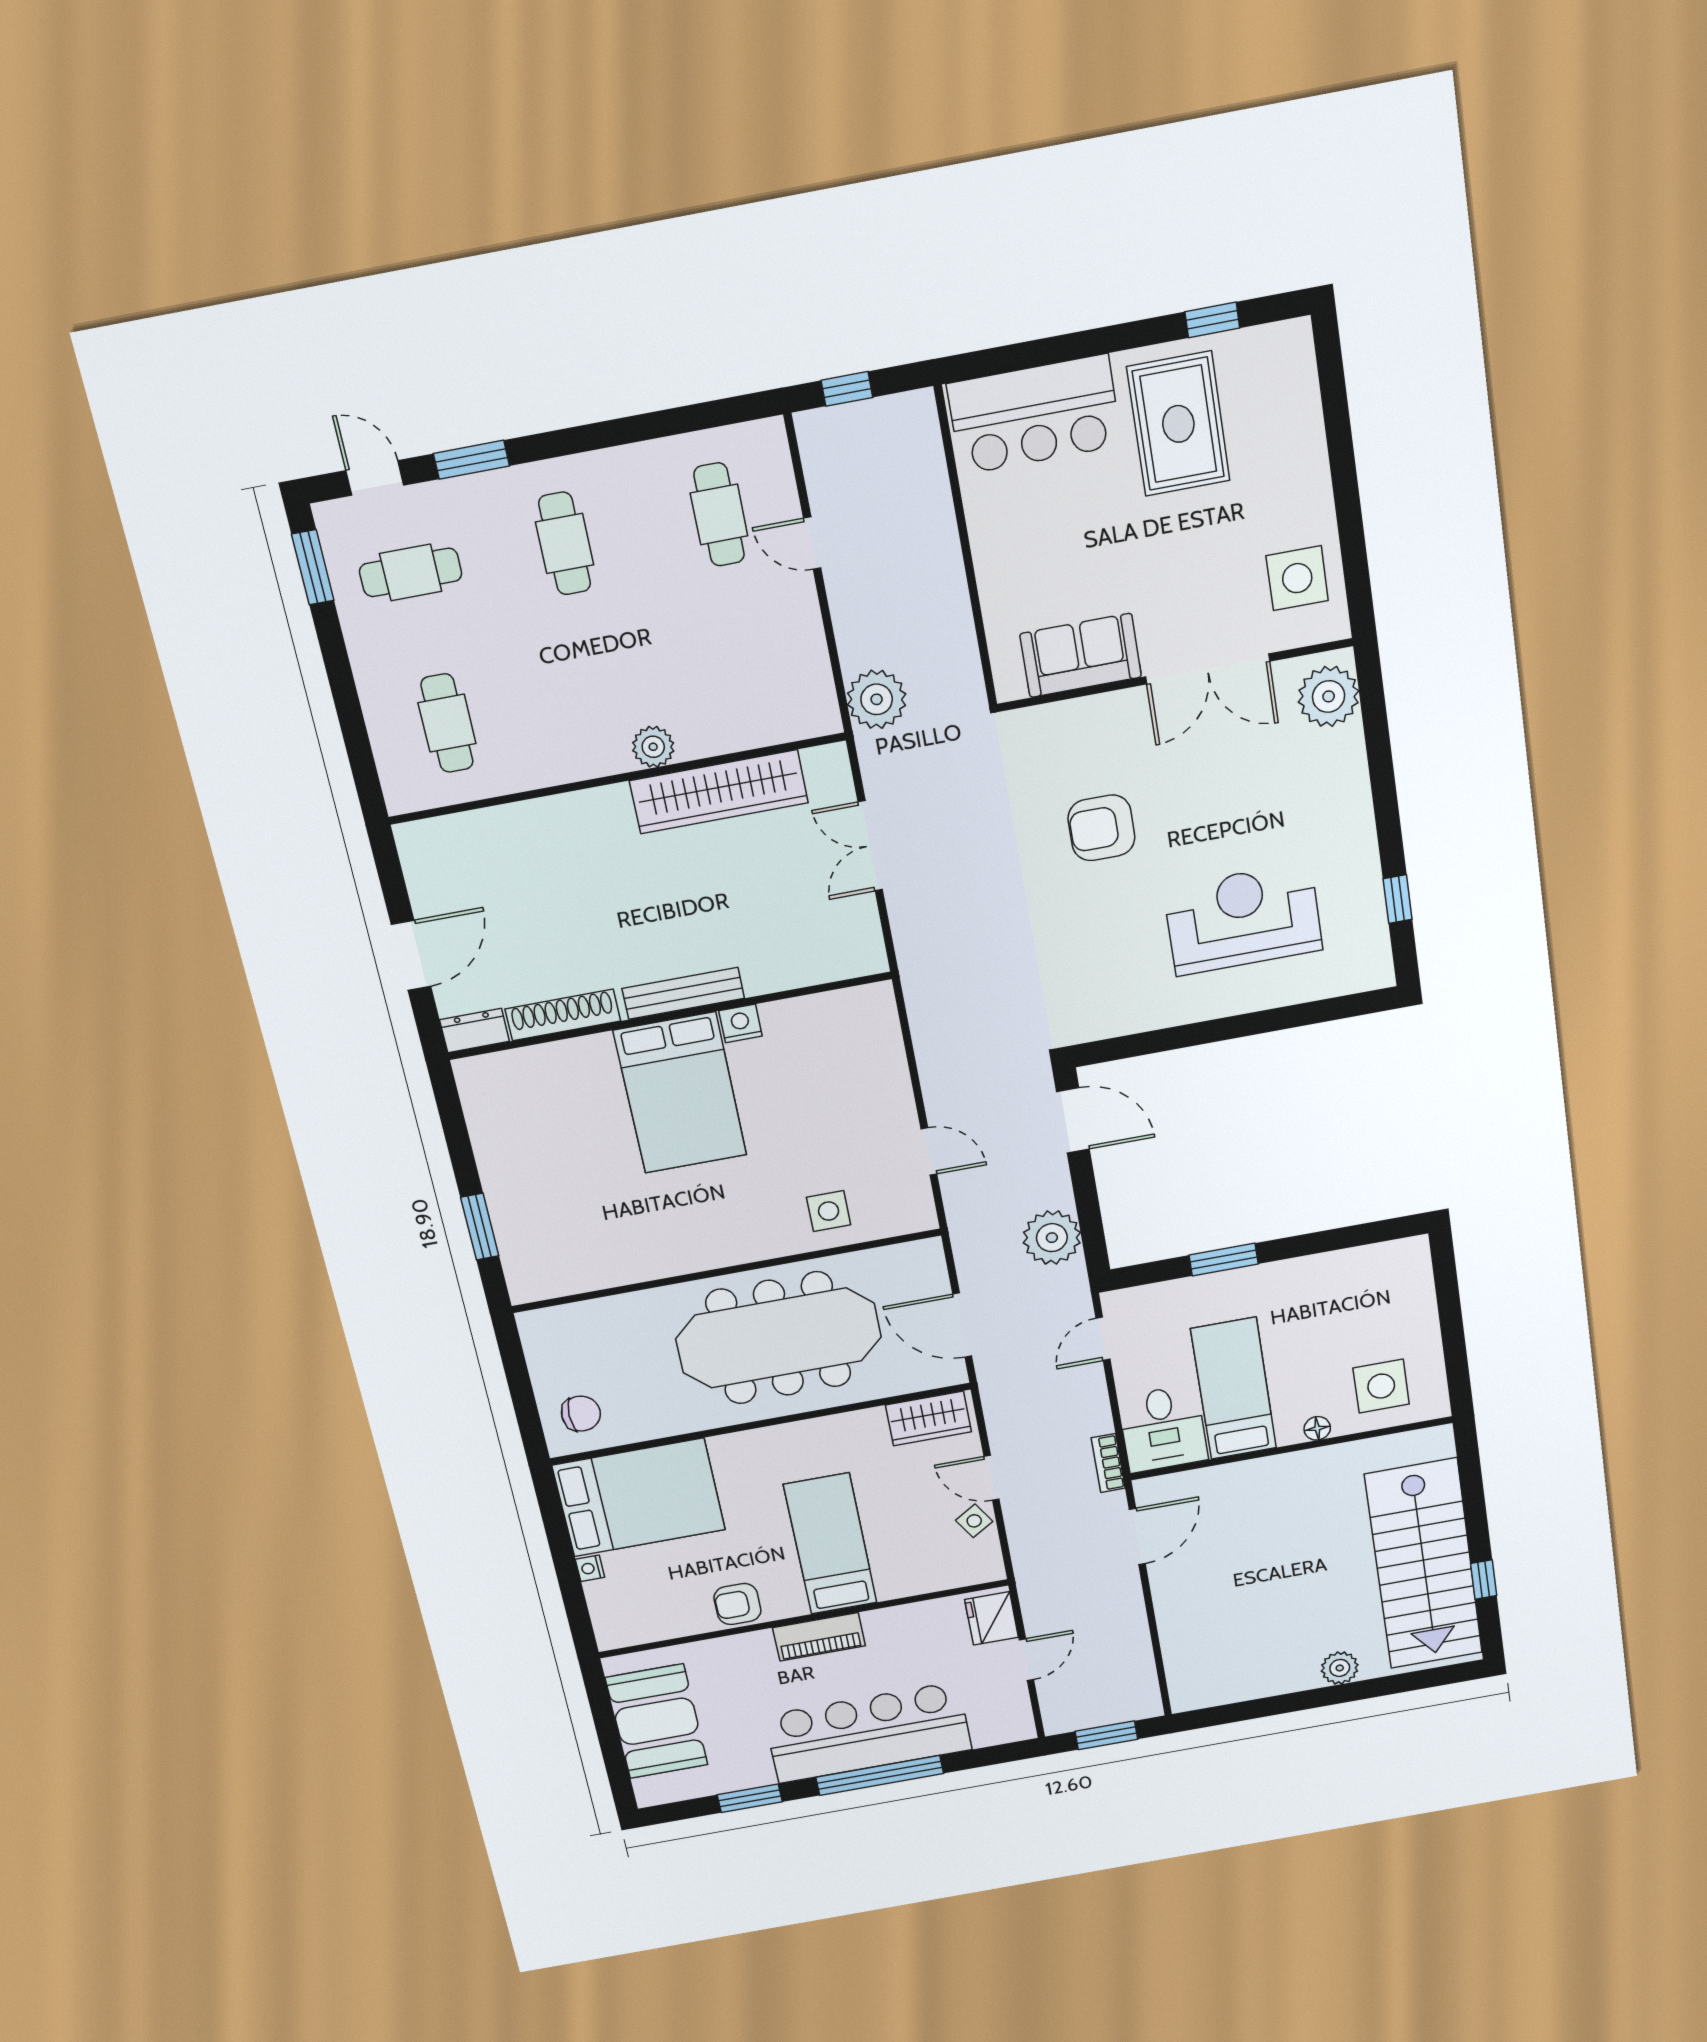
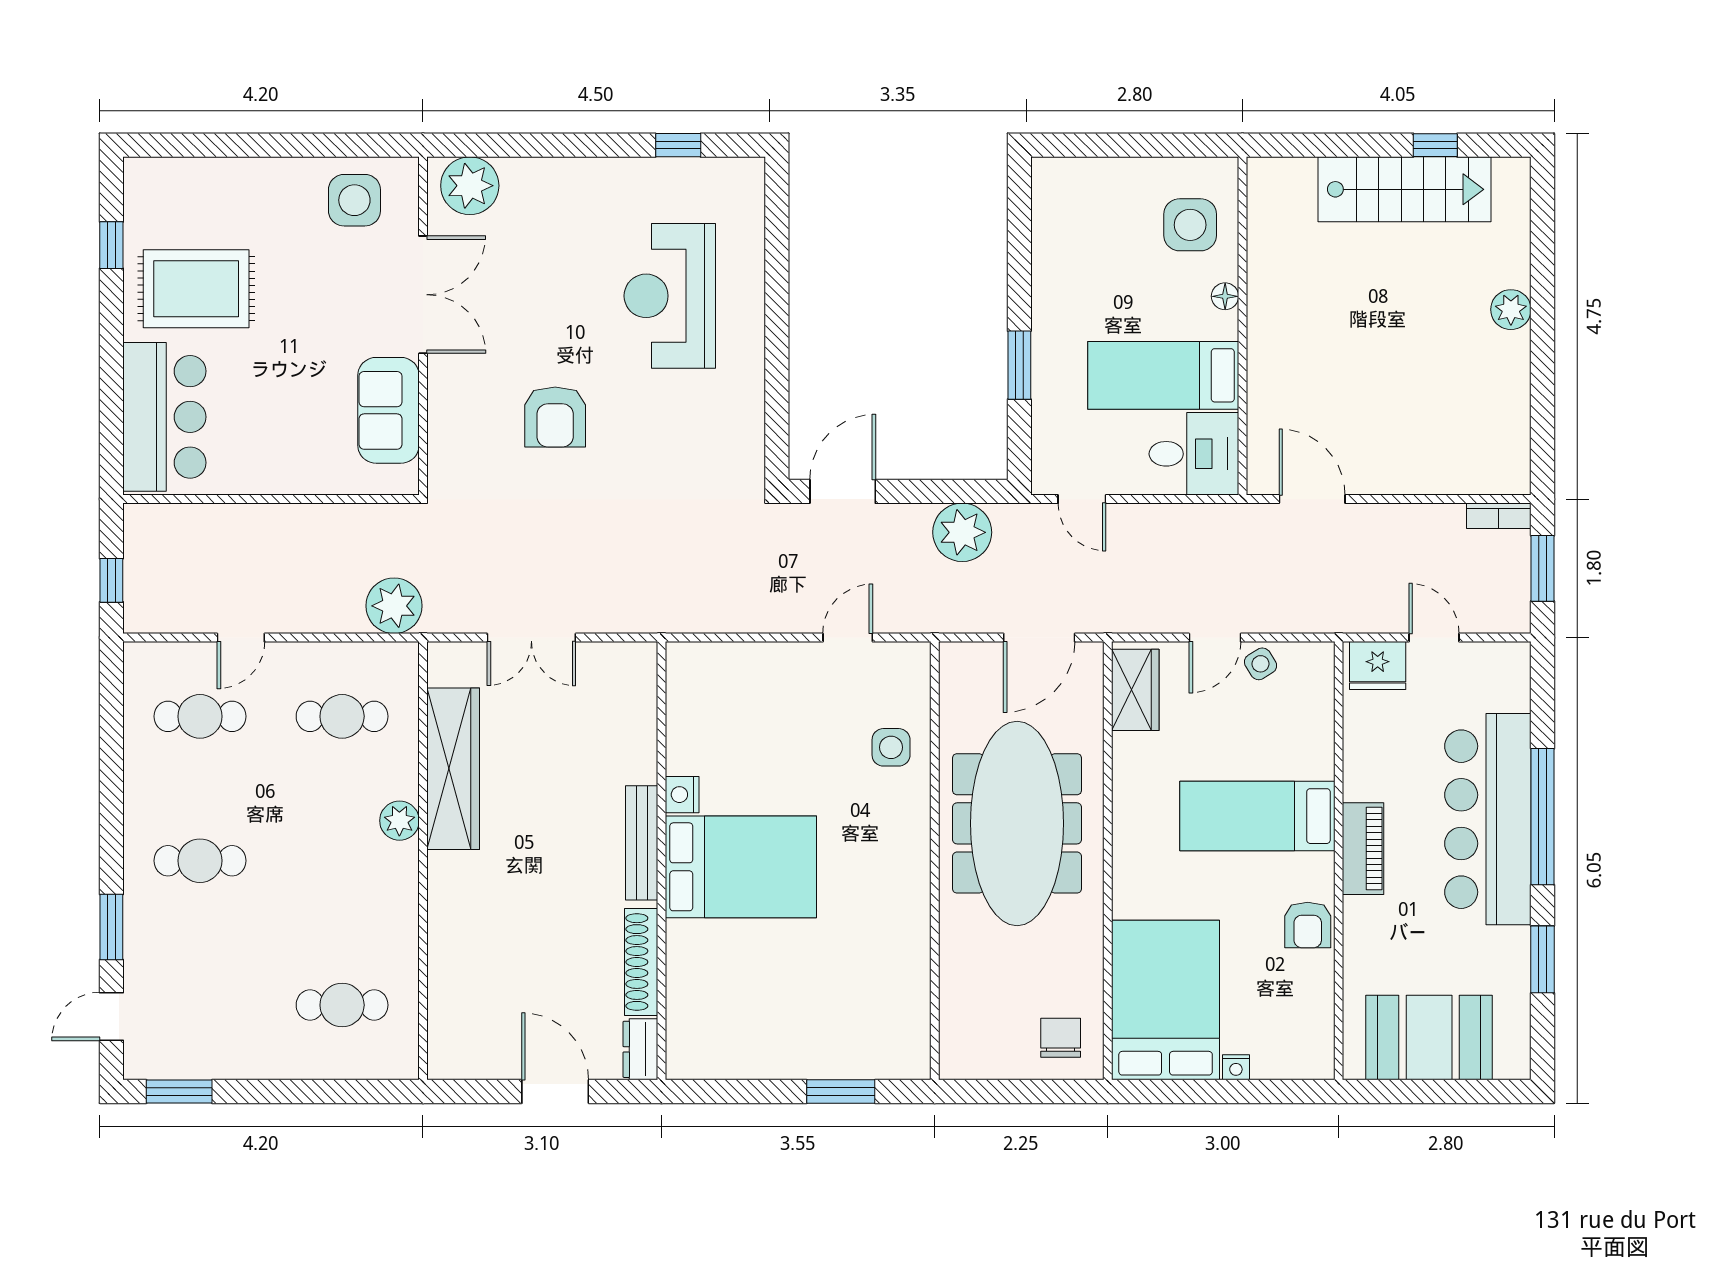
cafe table: (411, 572) -> (342, 716), moved, turned 90
bookcase: (1108, 1463) -> (1499, 516), moved
stairs: (1424, 1564) -> (1404, 189), width x0.73, depth x0.66

